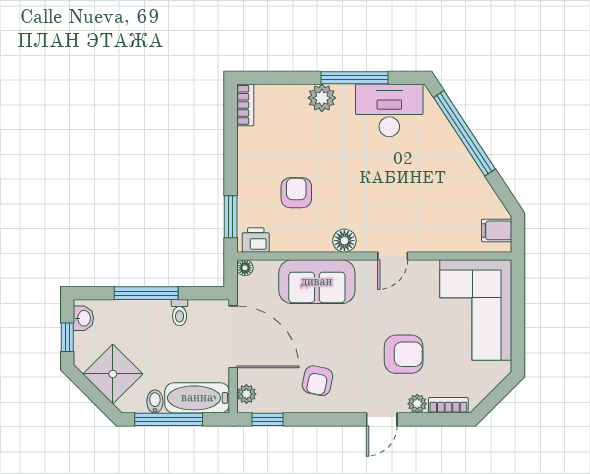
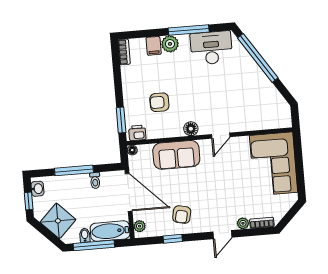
armchair: (296, 193) -> (159, 102), turned -90
filing cabinet: (497, 230) -> (154, 46), moved, turned -90
armchair: (404, 354) -> (232, 194), removed
window: (268, 419) -> (173, 239), moved

